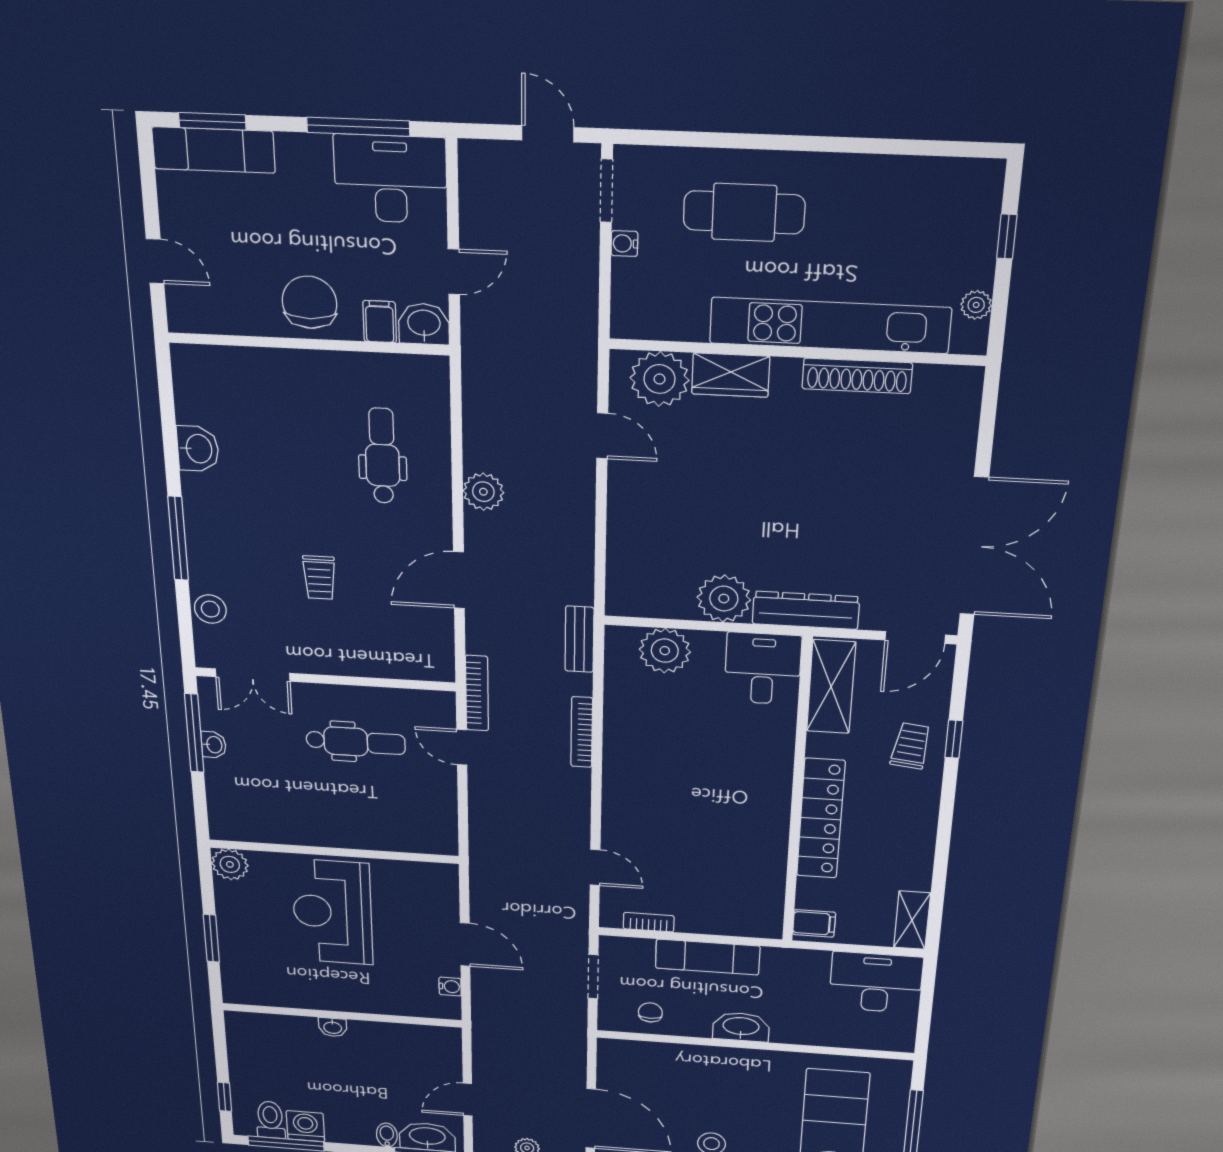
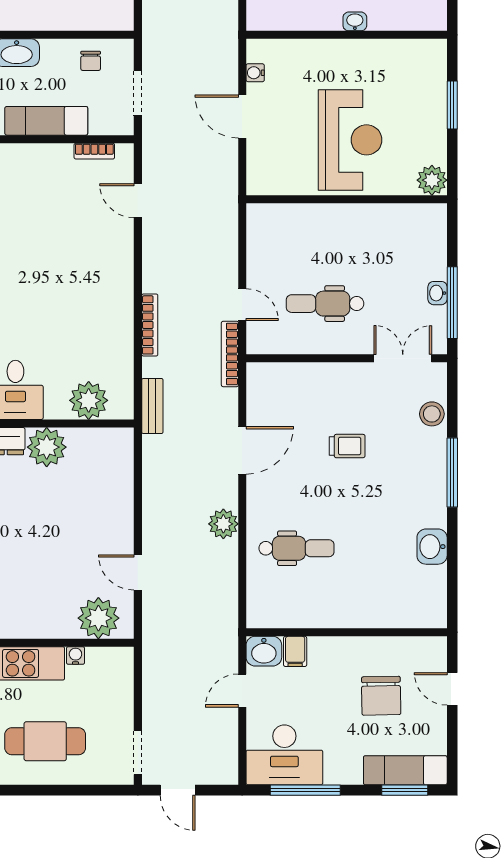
water cooler: (624, 244) -> (75, 656), moved, turned -90
chair: (309, 302) -> (381, 696), moved
wardrobe: (731, 375) -> (49, 623), removed
dental chair: (382, 456) -> (296, 548), turned -90
trolley: (319, 578) -> (347, 446), turned 90

